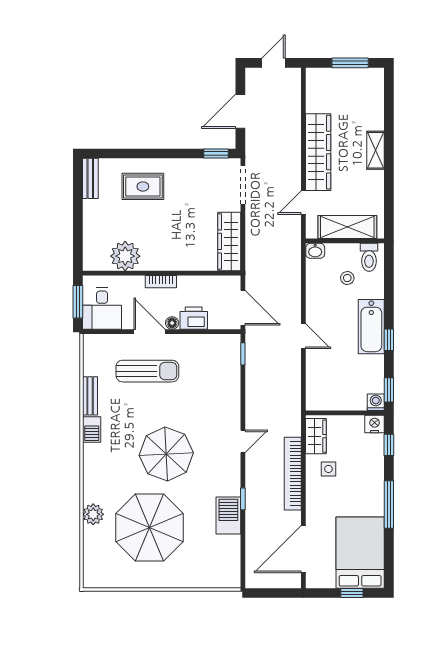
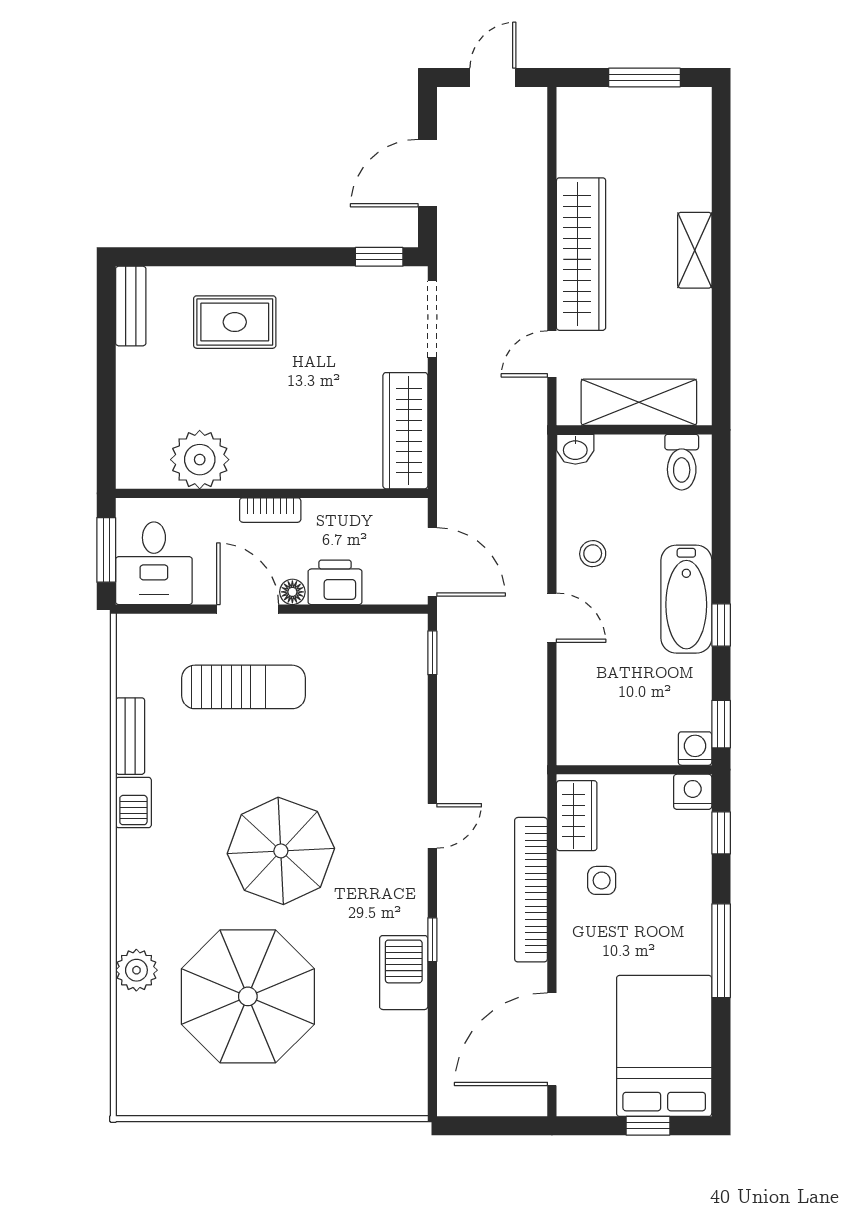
stool: (347, 278) -> (593, 554), moved

